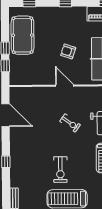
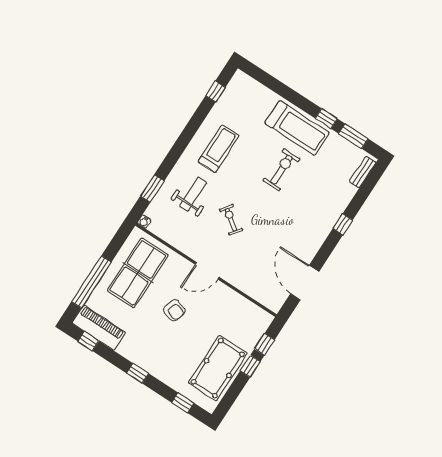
door: (65, 86) -> (207, 271), hinge flipped

